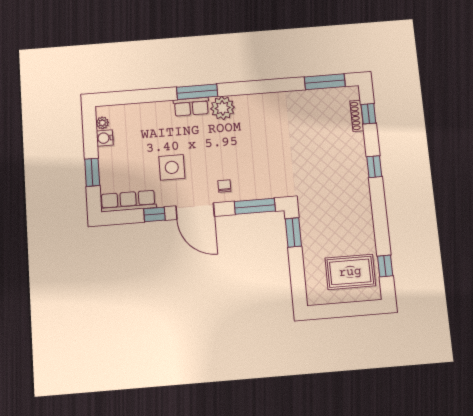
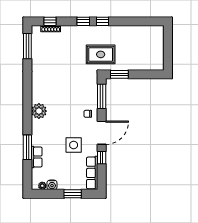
window: (197, 92) -> (27, 147), moved
row of seats: (191, 107) -> (37, 157), moved
window: (385, 266) -> (102, 21), moved
rug: (350, 272) -> (101, 54), moved, turned 90

